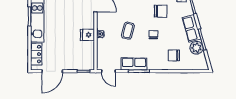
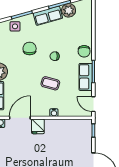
fridge: (87, 35) -> (38, 126), moved
chair: (174, 55) -> (84, 51), moved
door: (108, 71) -> (93, 104), swing flipped

